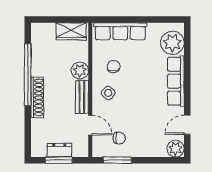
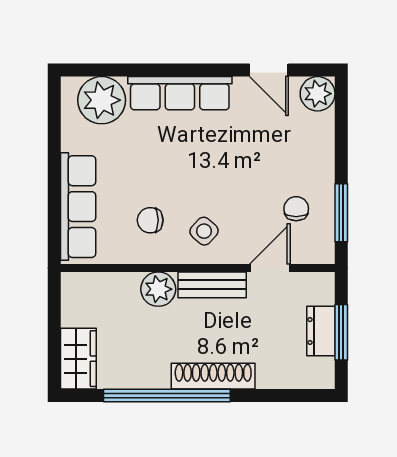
wardrobe: (71, 31) -> (78, 359), moved

